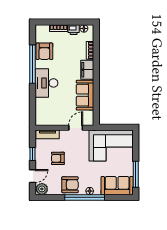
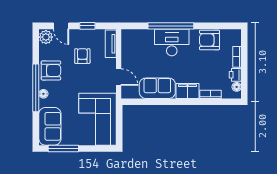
window: (32, 64) -> (171, 26), moved
armchair: (70, 185) -> (51, 70), turned -90

